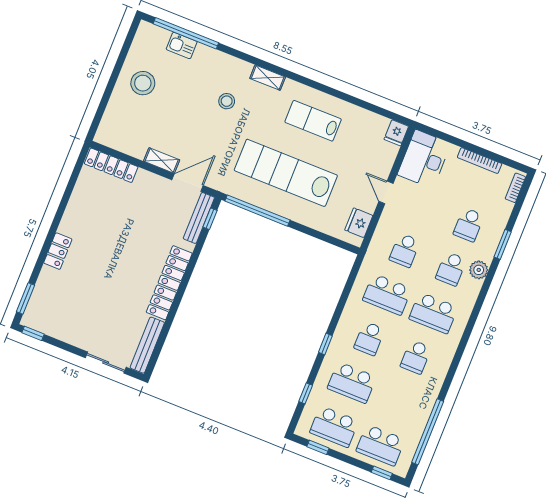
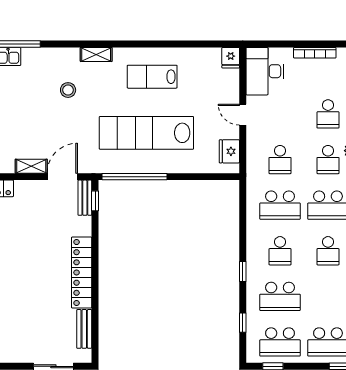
bench: (199, 218) -> (85, 198), width x0.73
bench: (147, 345) -> (84, 329), width x0.73

